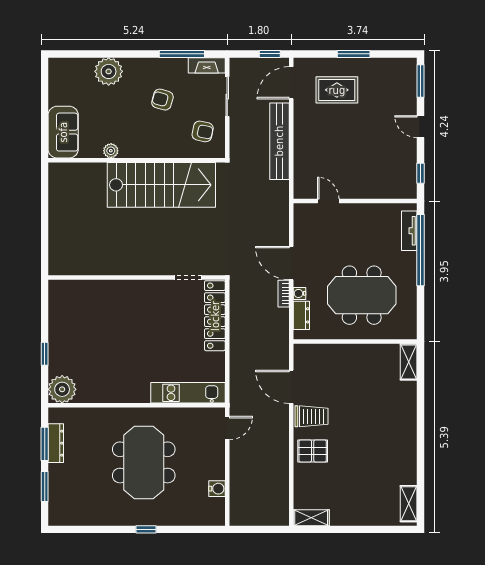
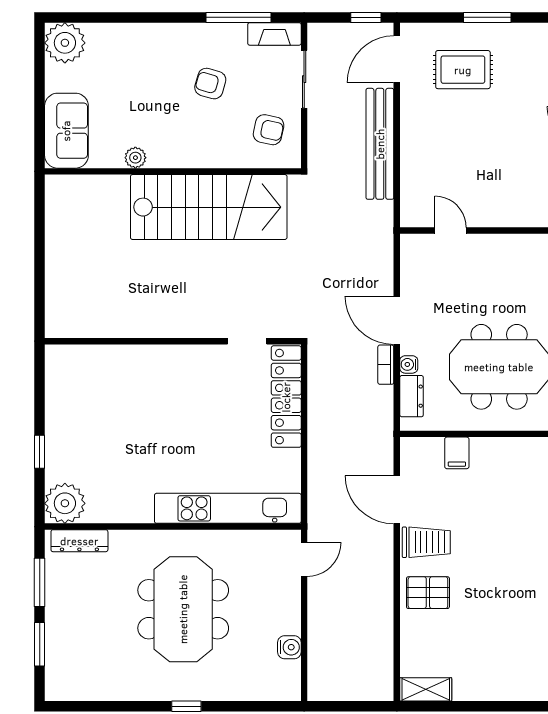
plant: (109, 71) -> (65, 43), moved
filing cabinet: (333, 355) -> (457, 453), added
kitchen unit: (188, 393) -> (228, 508), width x1.36
dresser: (56, 443) -> (79, 541), moved, turned 90

